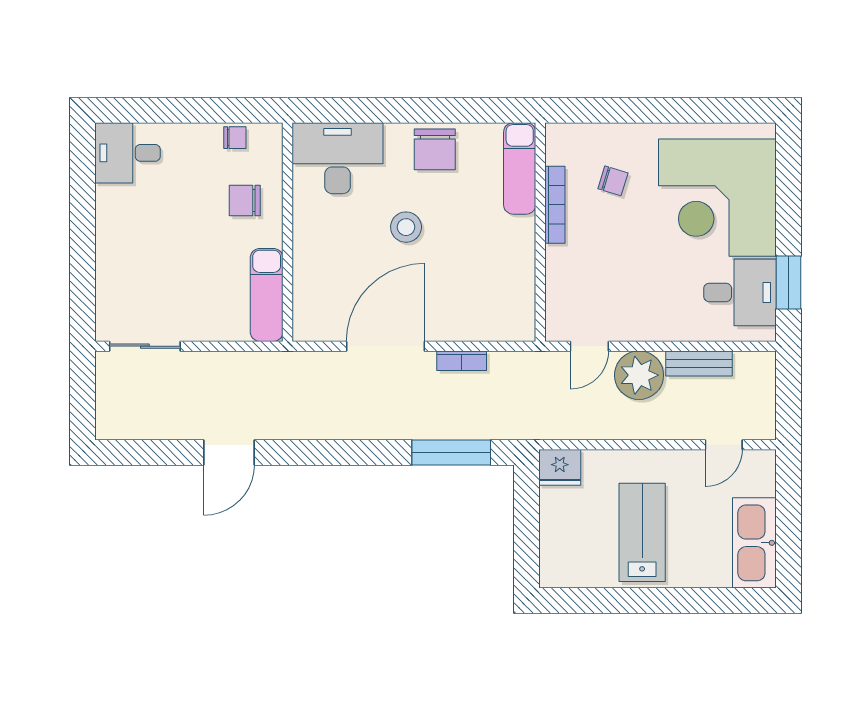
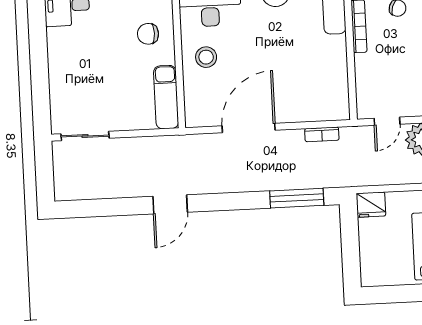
stool: (406, 227) -> (206, 57), moved
bookcase: (462, 361) -> (322, 134), moved
door: (229, 452) -> (170, 204), moved

